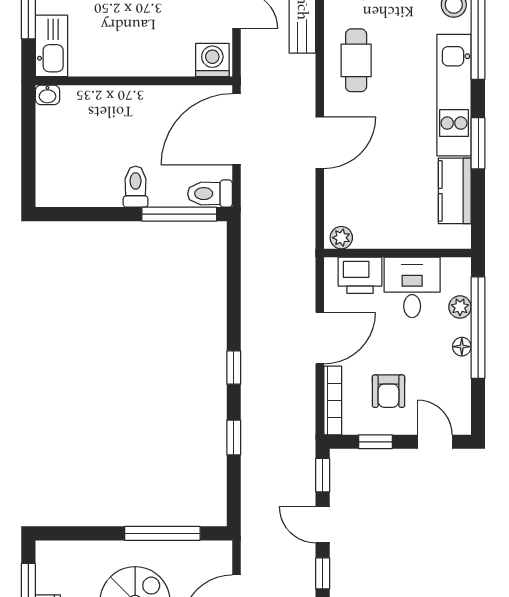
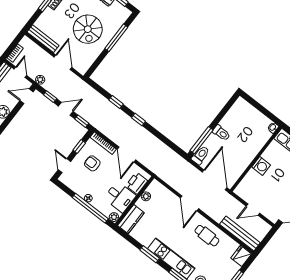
washing machine: (212, 60) -> (261, 166), moved
kitchen counter: (455, 191) -> (131, 219), moved, turned 90
plant: (341, 238) -> (146, 196), moved
plant: (460, 307) -> (114, 217), moved
door: (435, 442) -> (64, 166), swing flipped
window: (162, 533) -> (116, 38), moved

